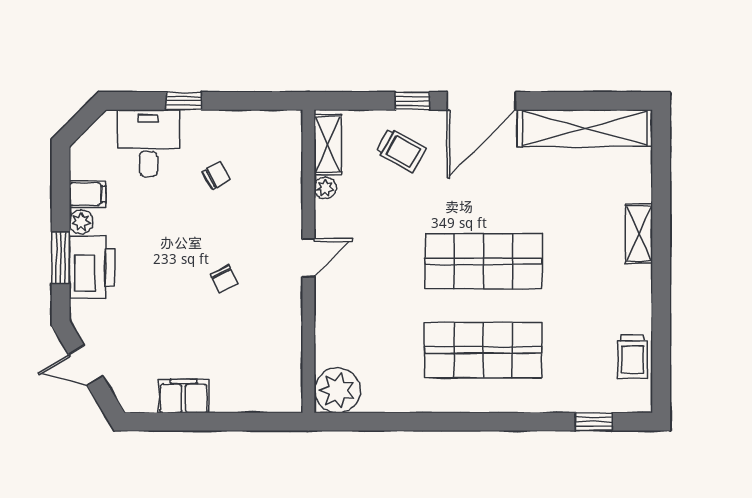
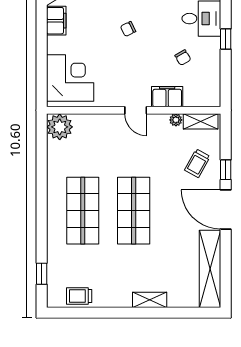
filing cabinet: (285, 203) -> (167, 97), added
chair: (224, 279) -> (128, 29), moved
corner desk: (252, 372) -> (70, 78), added
filing cabinet: (184, 396) -> (56, 21), moved

